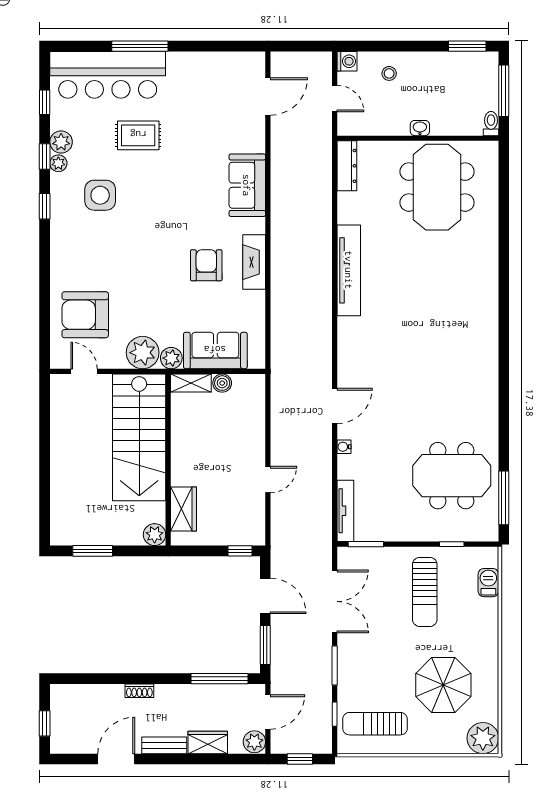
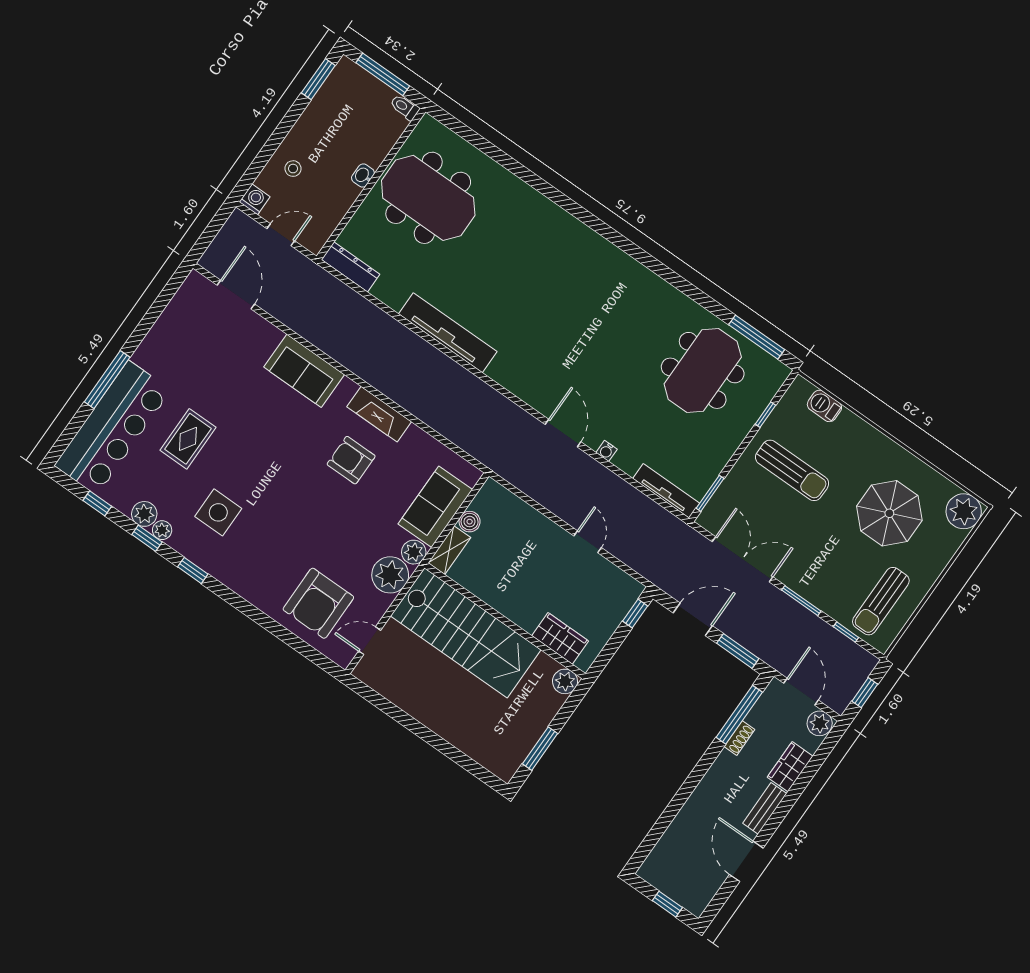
shoe rack: (139, 691) -> (739, 738), moved

